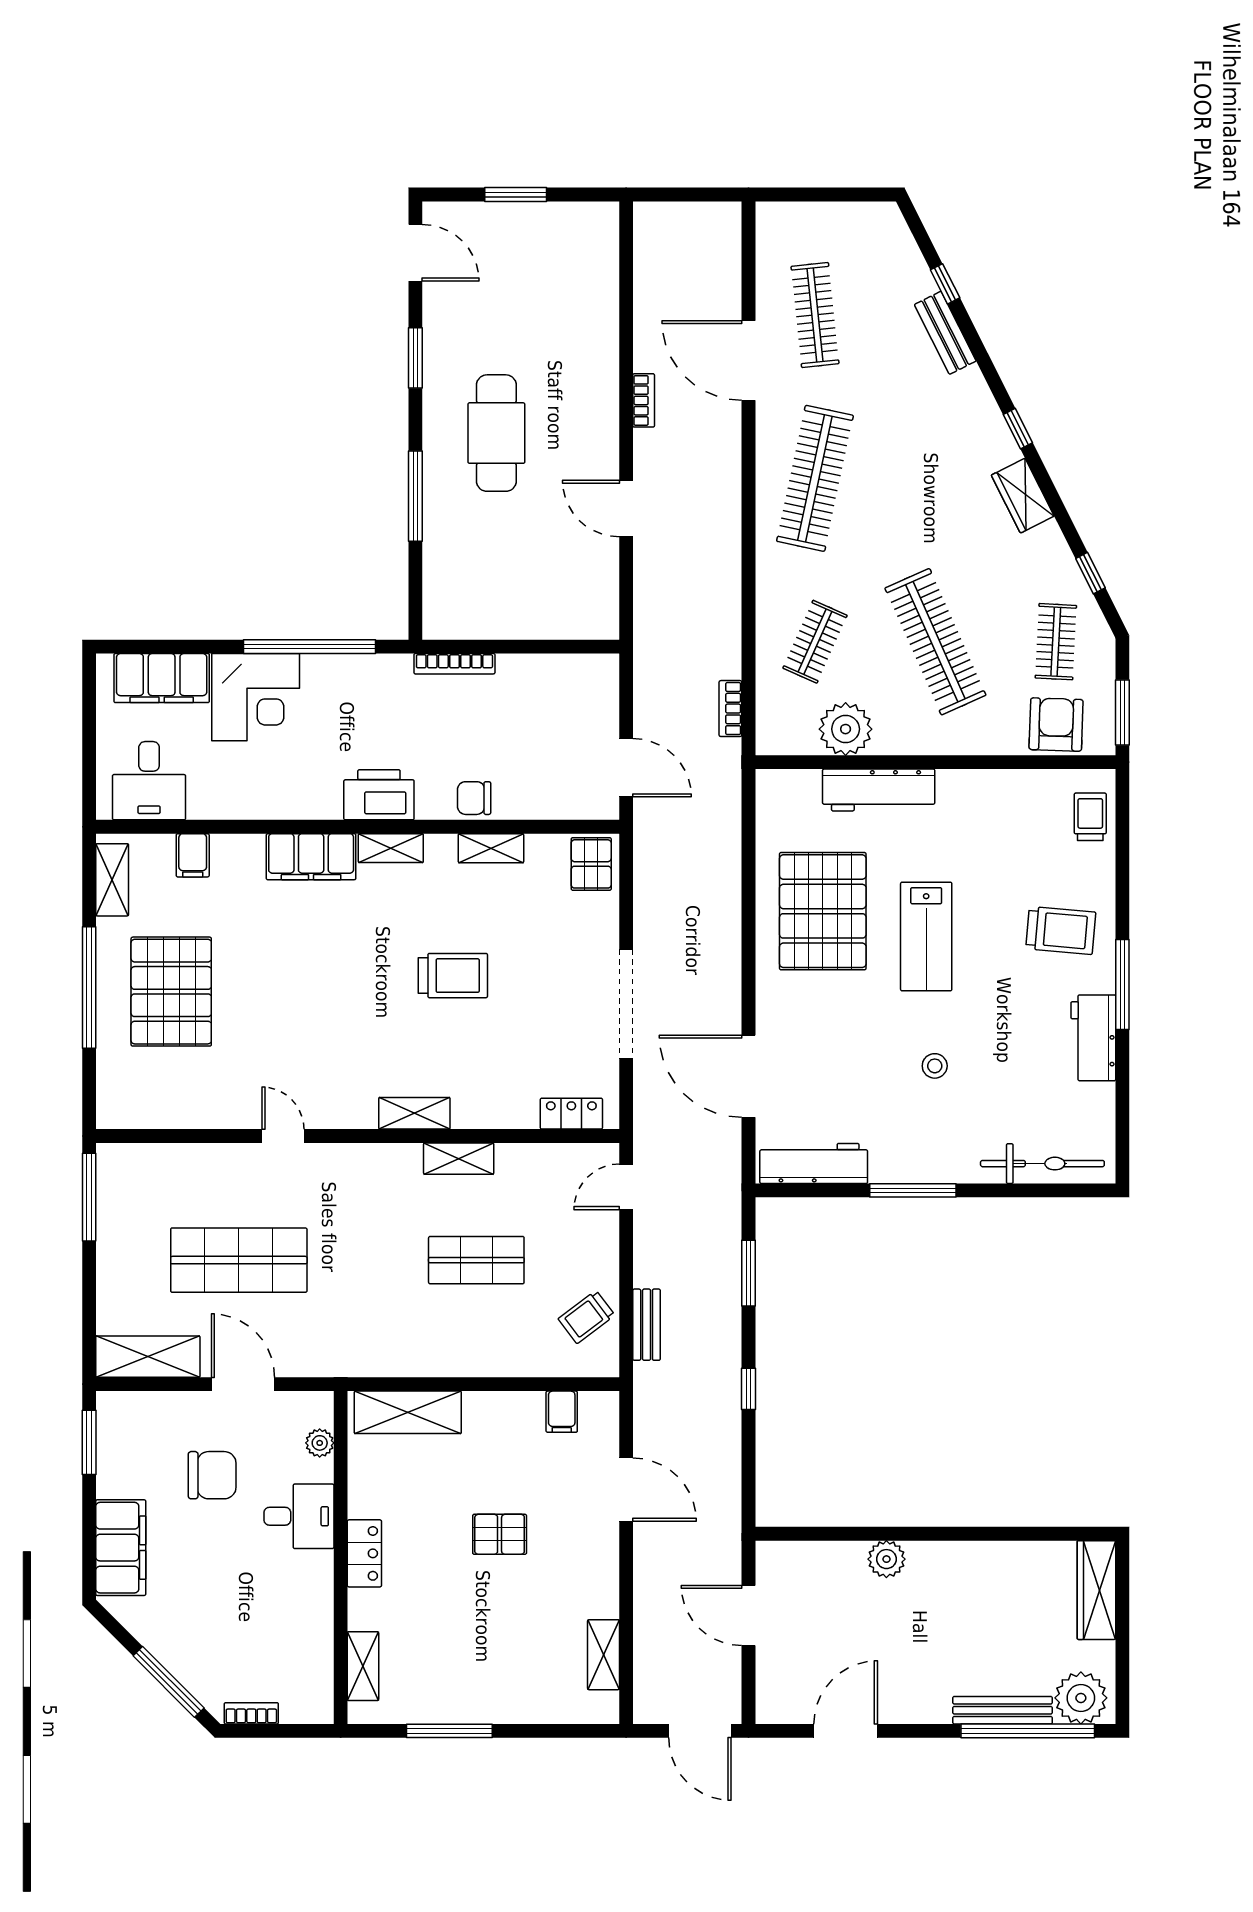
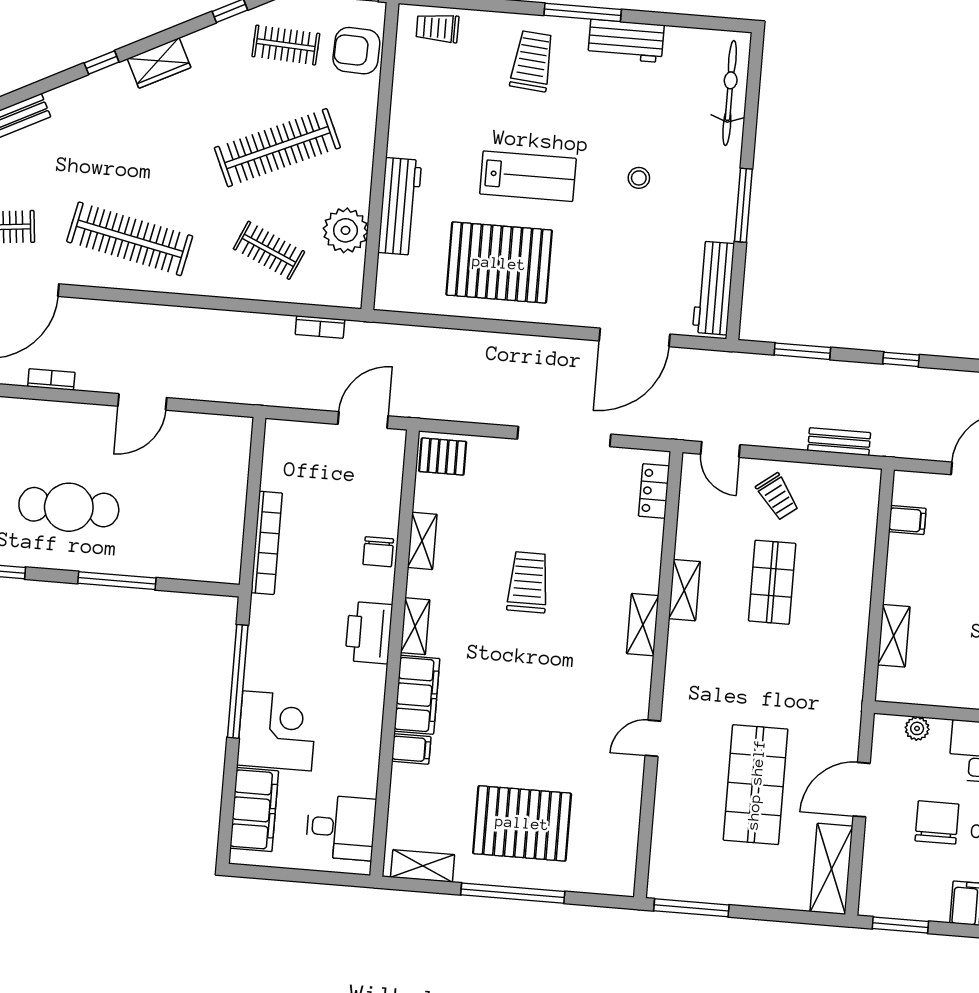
bookcase: (454, 664) -> (267, 543), width x1.48, depth x1.31
filing cabinet: (193, 855) -> (411, 749), moved
trolley: (586, 1317) -> (777, 497), moved
shelving: (408, 1412) -> (894, 636), width x0.67, depth x0.75

